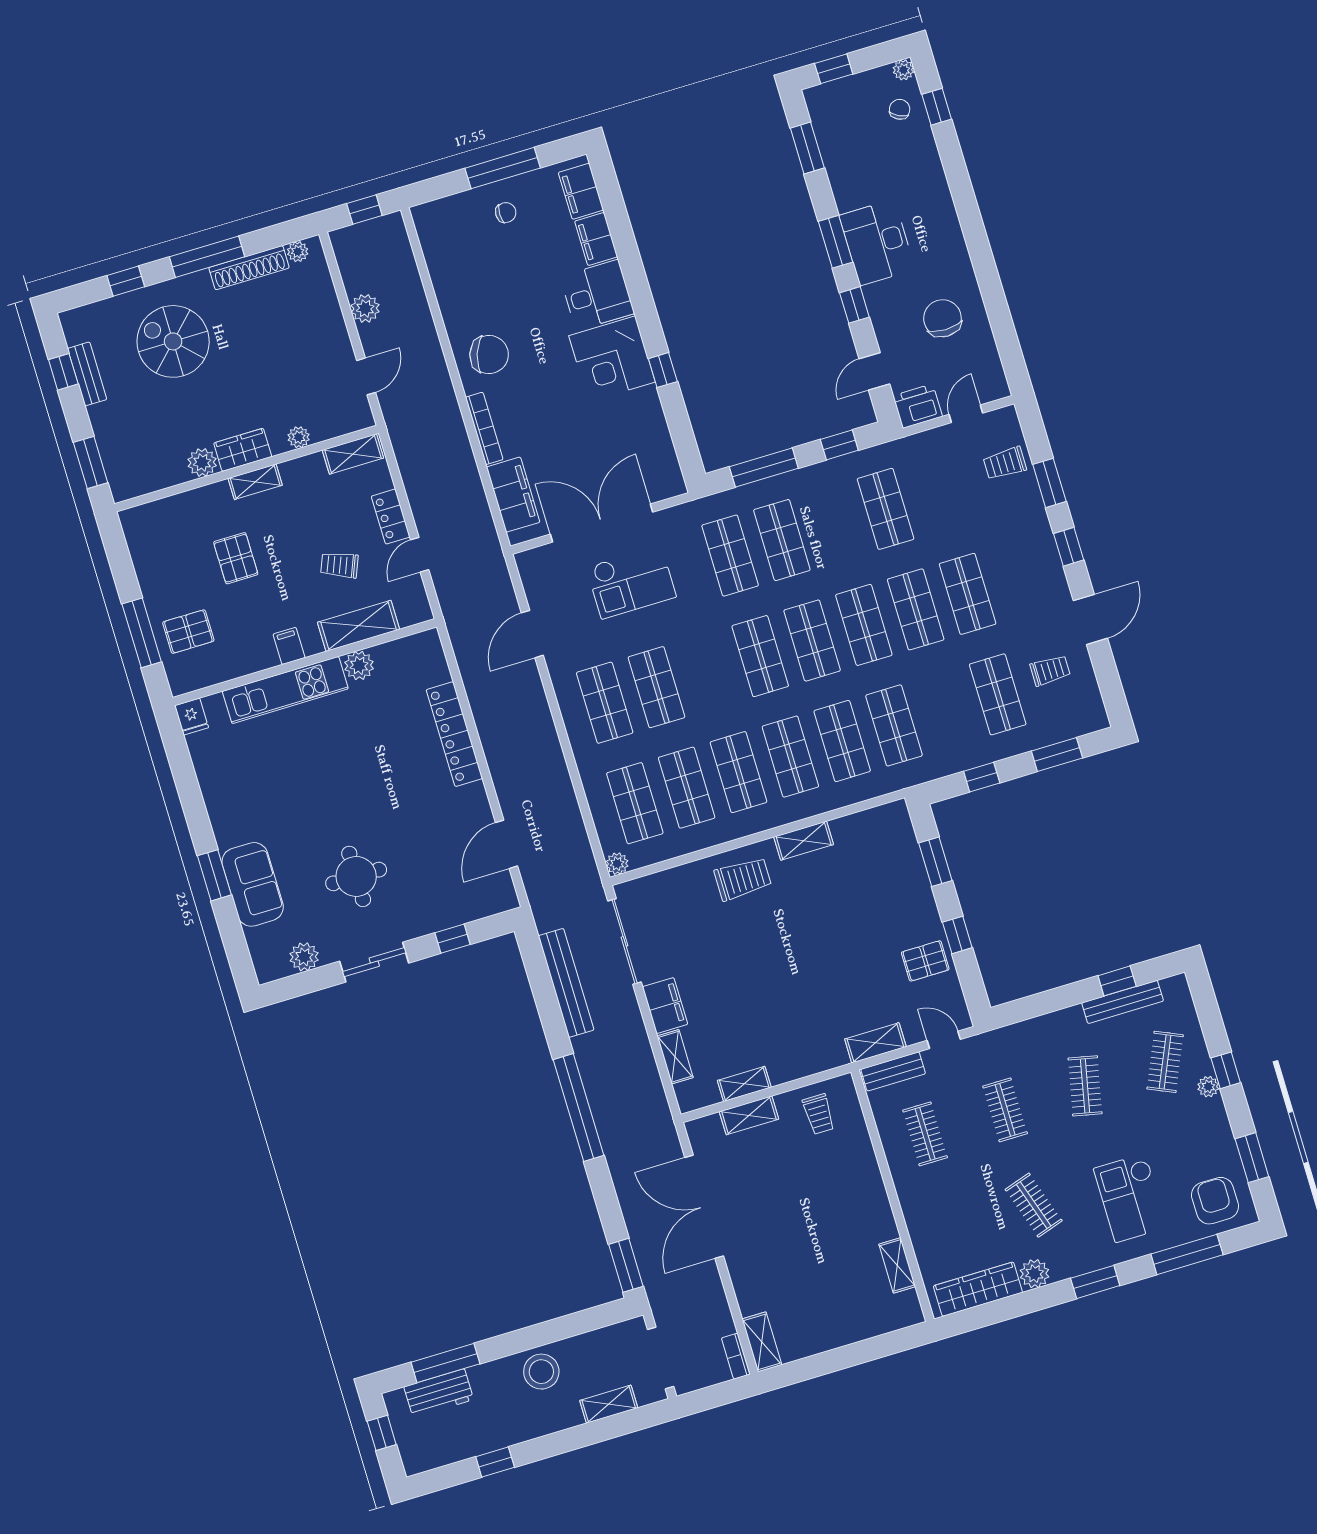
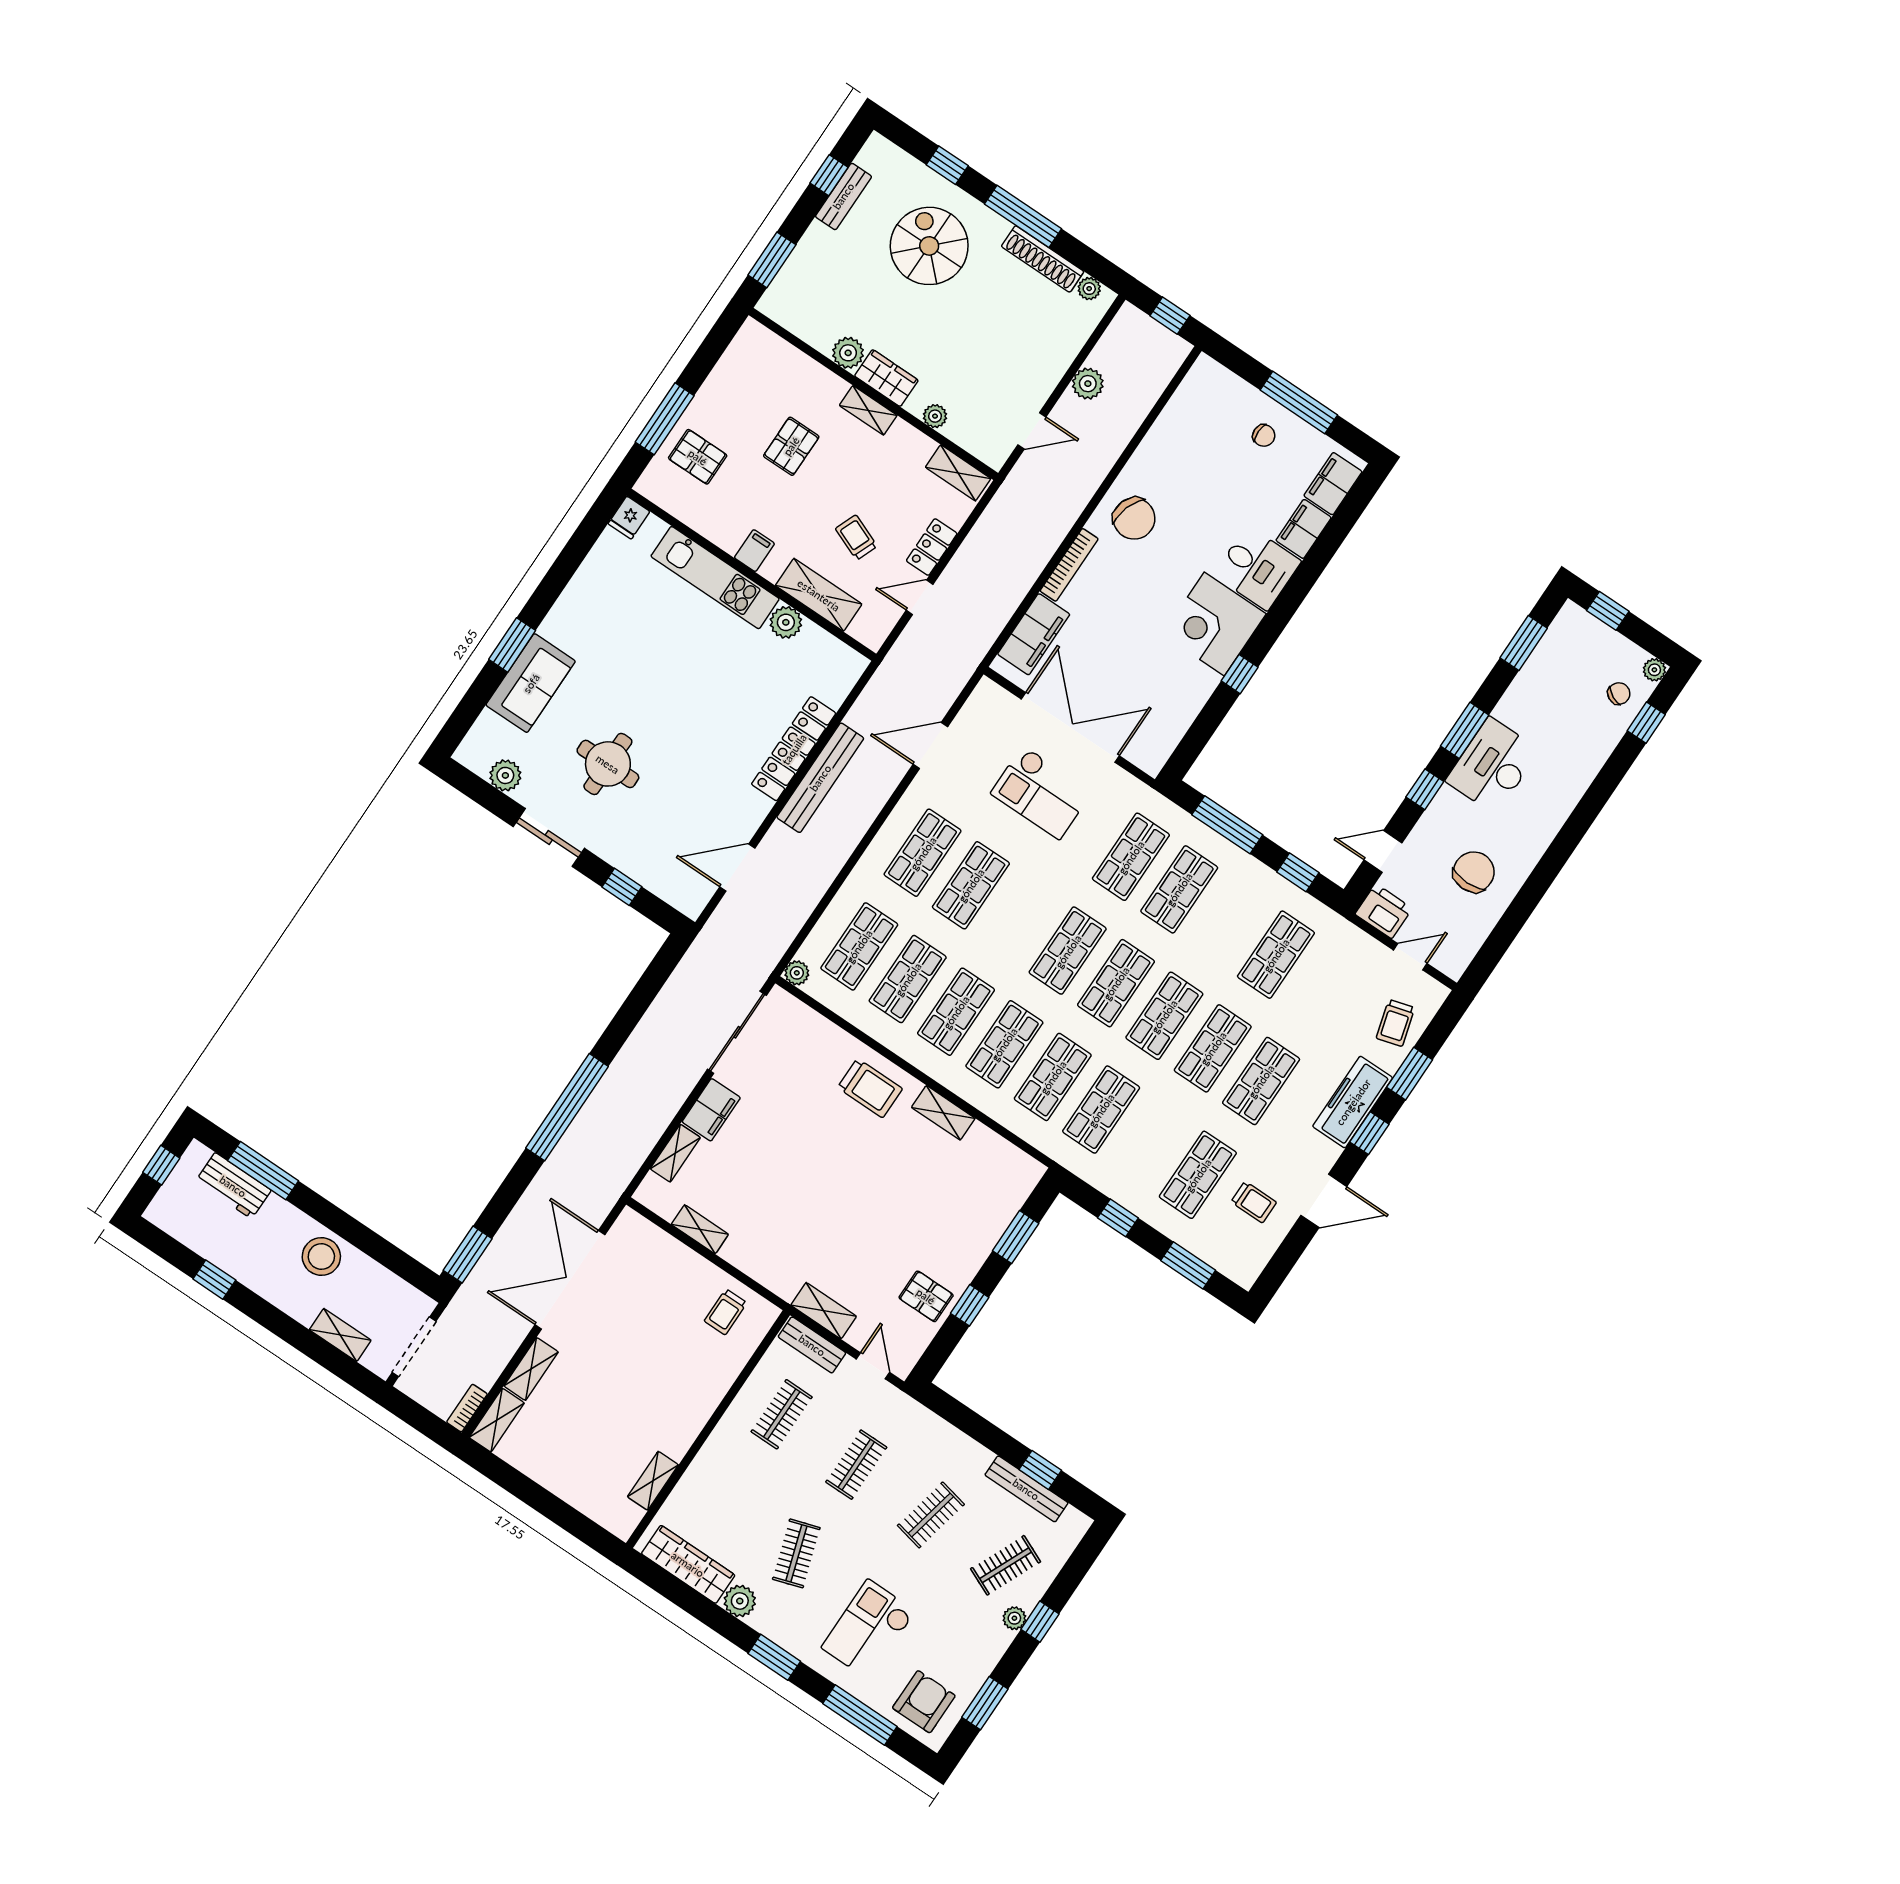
trolley: (1005, 463) -> (1395, 1023), turned -106
freezer: (1036, 541) -> (1353, 1102), added
bench: (566, 983) -> (820, 778), moved
shelving: (749, 1115) -> (531, 1369), moved, turned 90

